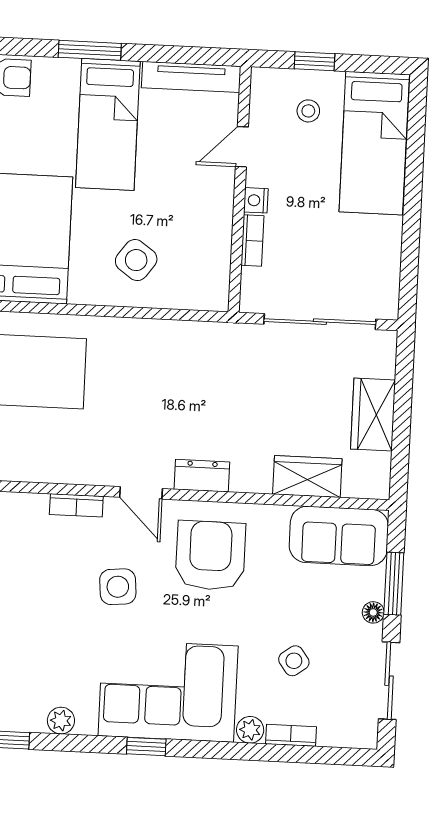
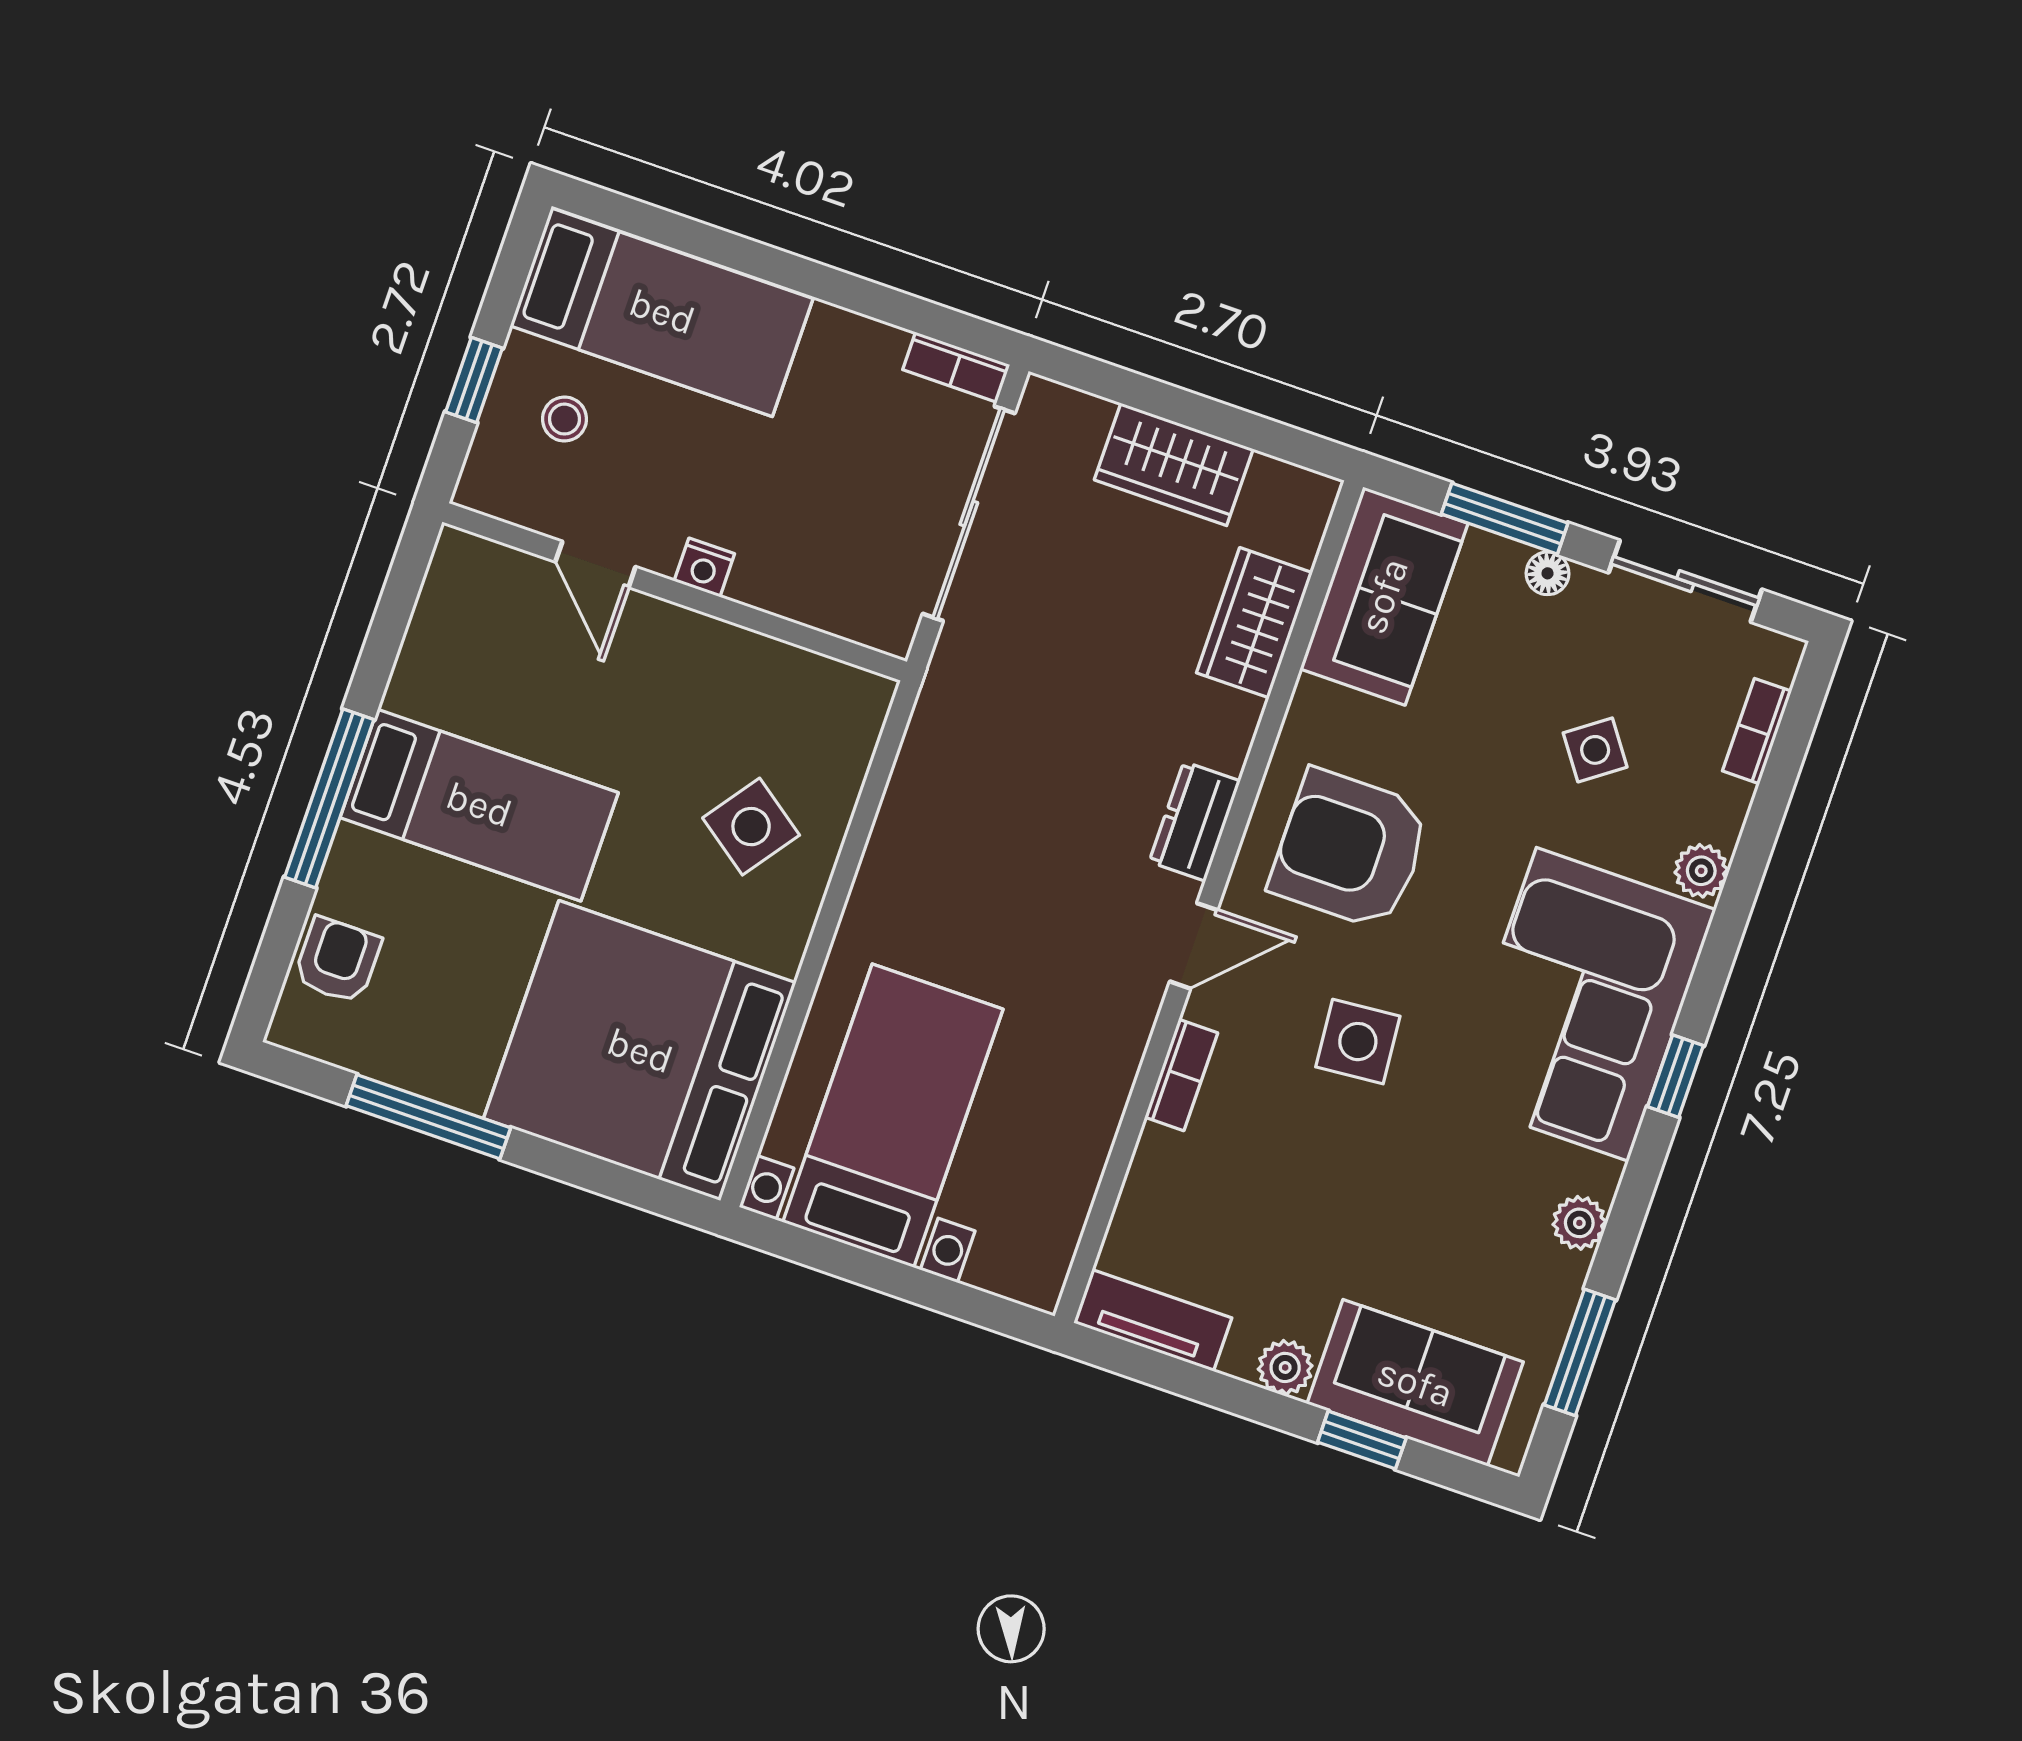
window: (90, 50) -> (329, 798), width x1.44
tv unit: (191, 77) -> (435, 622), removed
bookcase: (252, 241) -> (956, 367), moved, turned 180
bookcase: (291, 735) -> (1757, 731), moved

